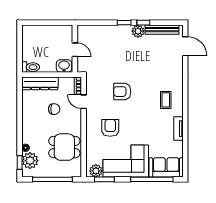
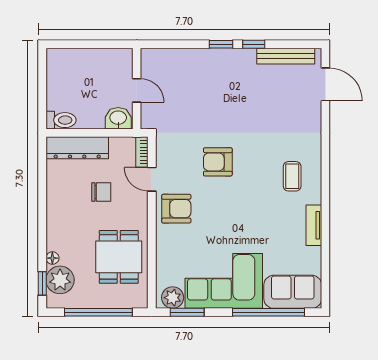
plant: (138, 31) -> (245, 59), removed
armchair: (110, 128) -> (176, 209), moved, turned 90
dining table: (64, 147) -> (119, 257), turned 90

